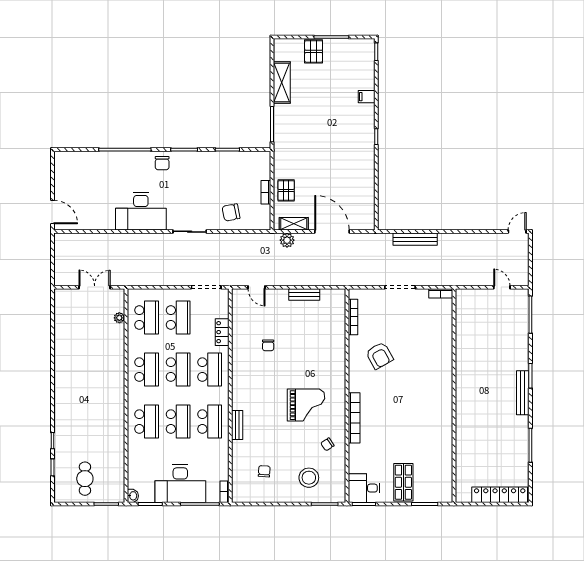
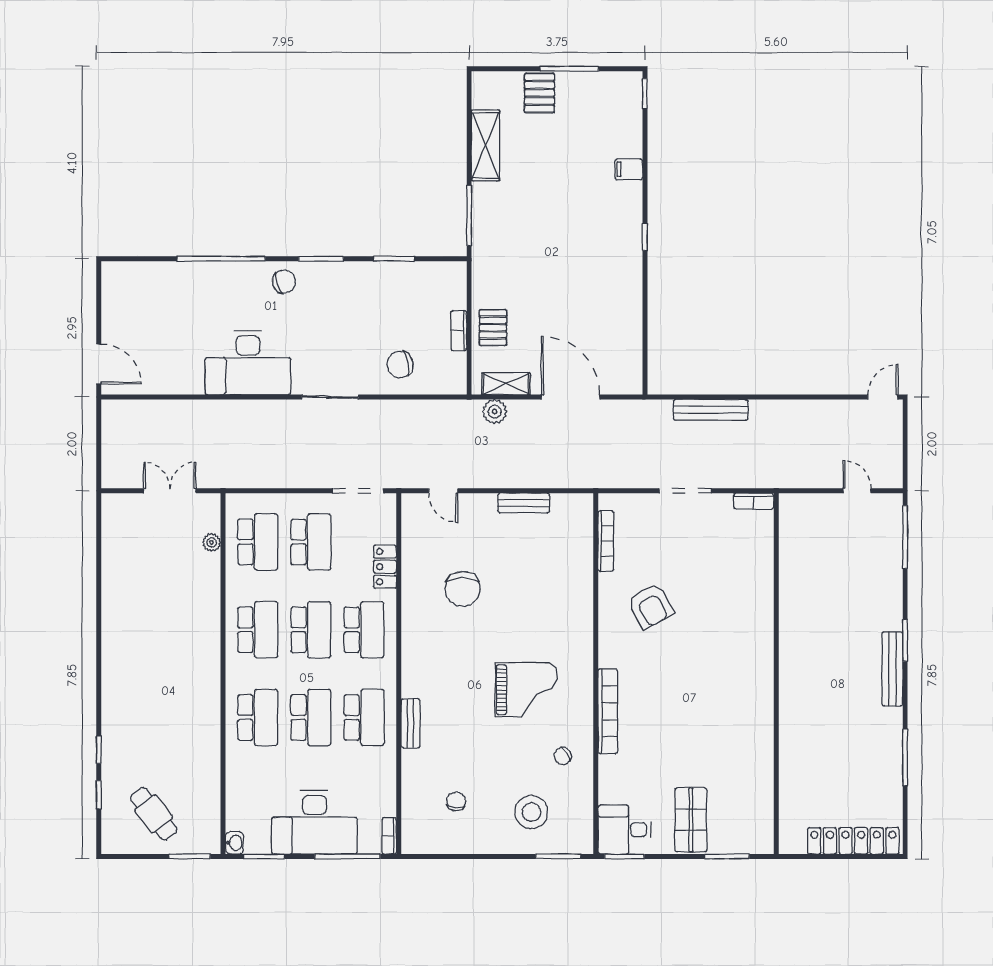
chair: (162, 163) -> (284, 281), turned -109
chair: (268, 345) -> (463, 589), width x1.87, depth x1.87
cafe table: (85, 479) -> (154, 814), turned -38

